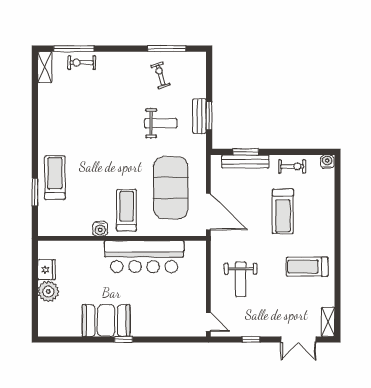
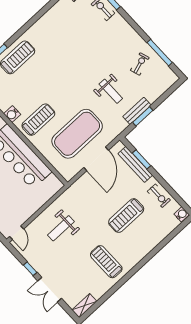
door: (208, 212) -> (96, 159), moved
double door: (298, 339) -> (50, 290), moved

